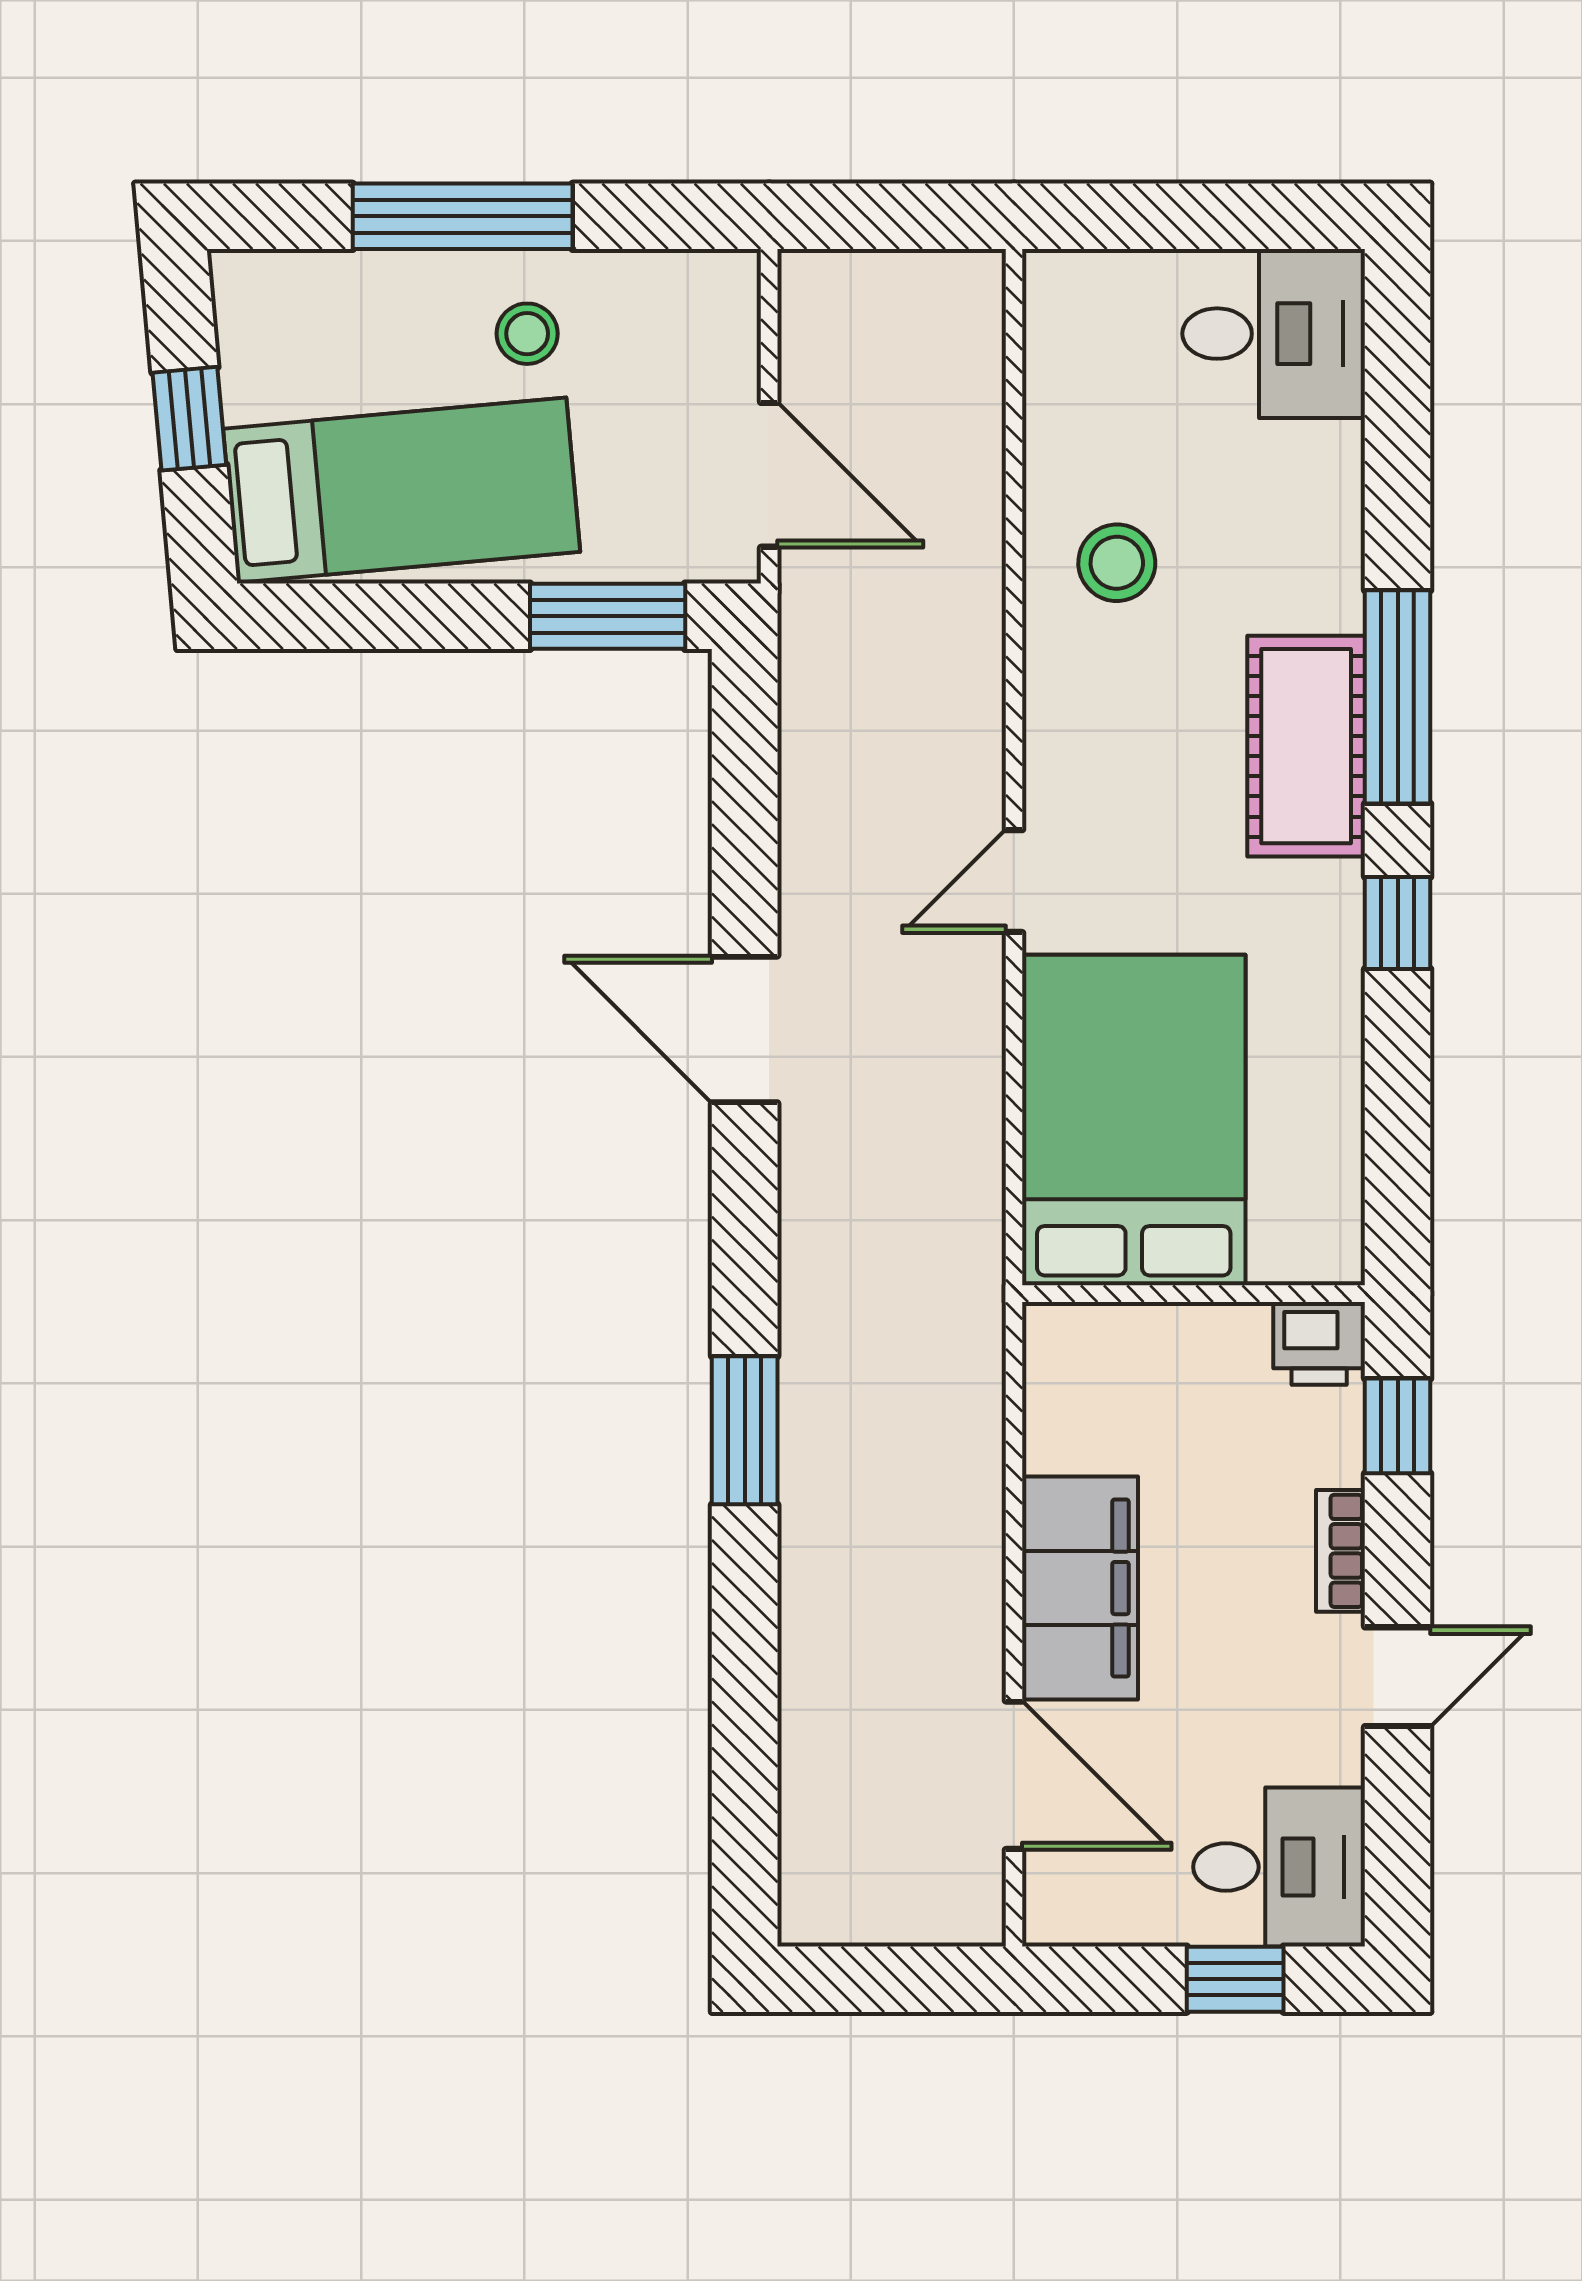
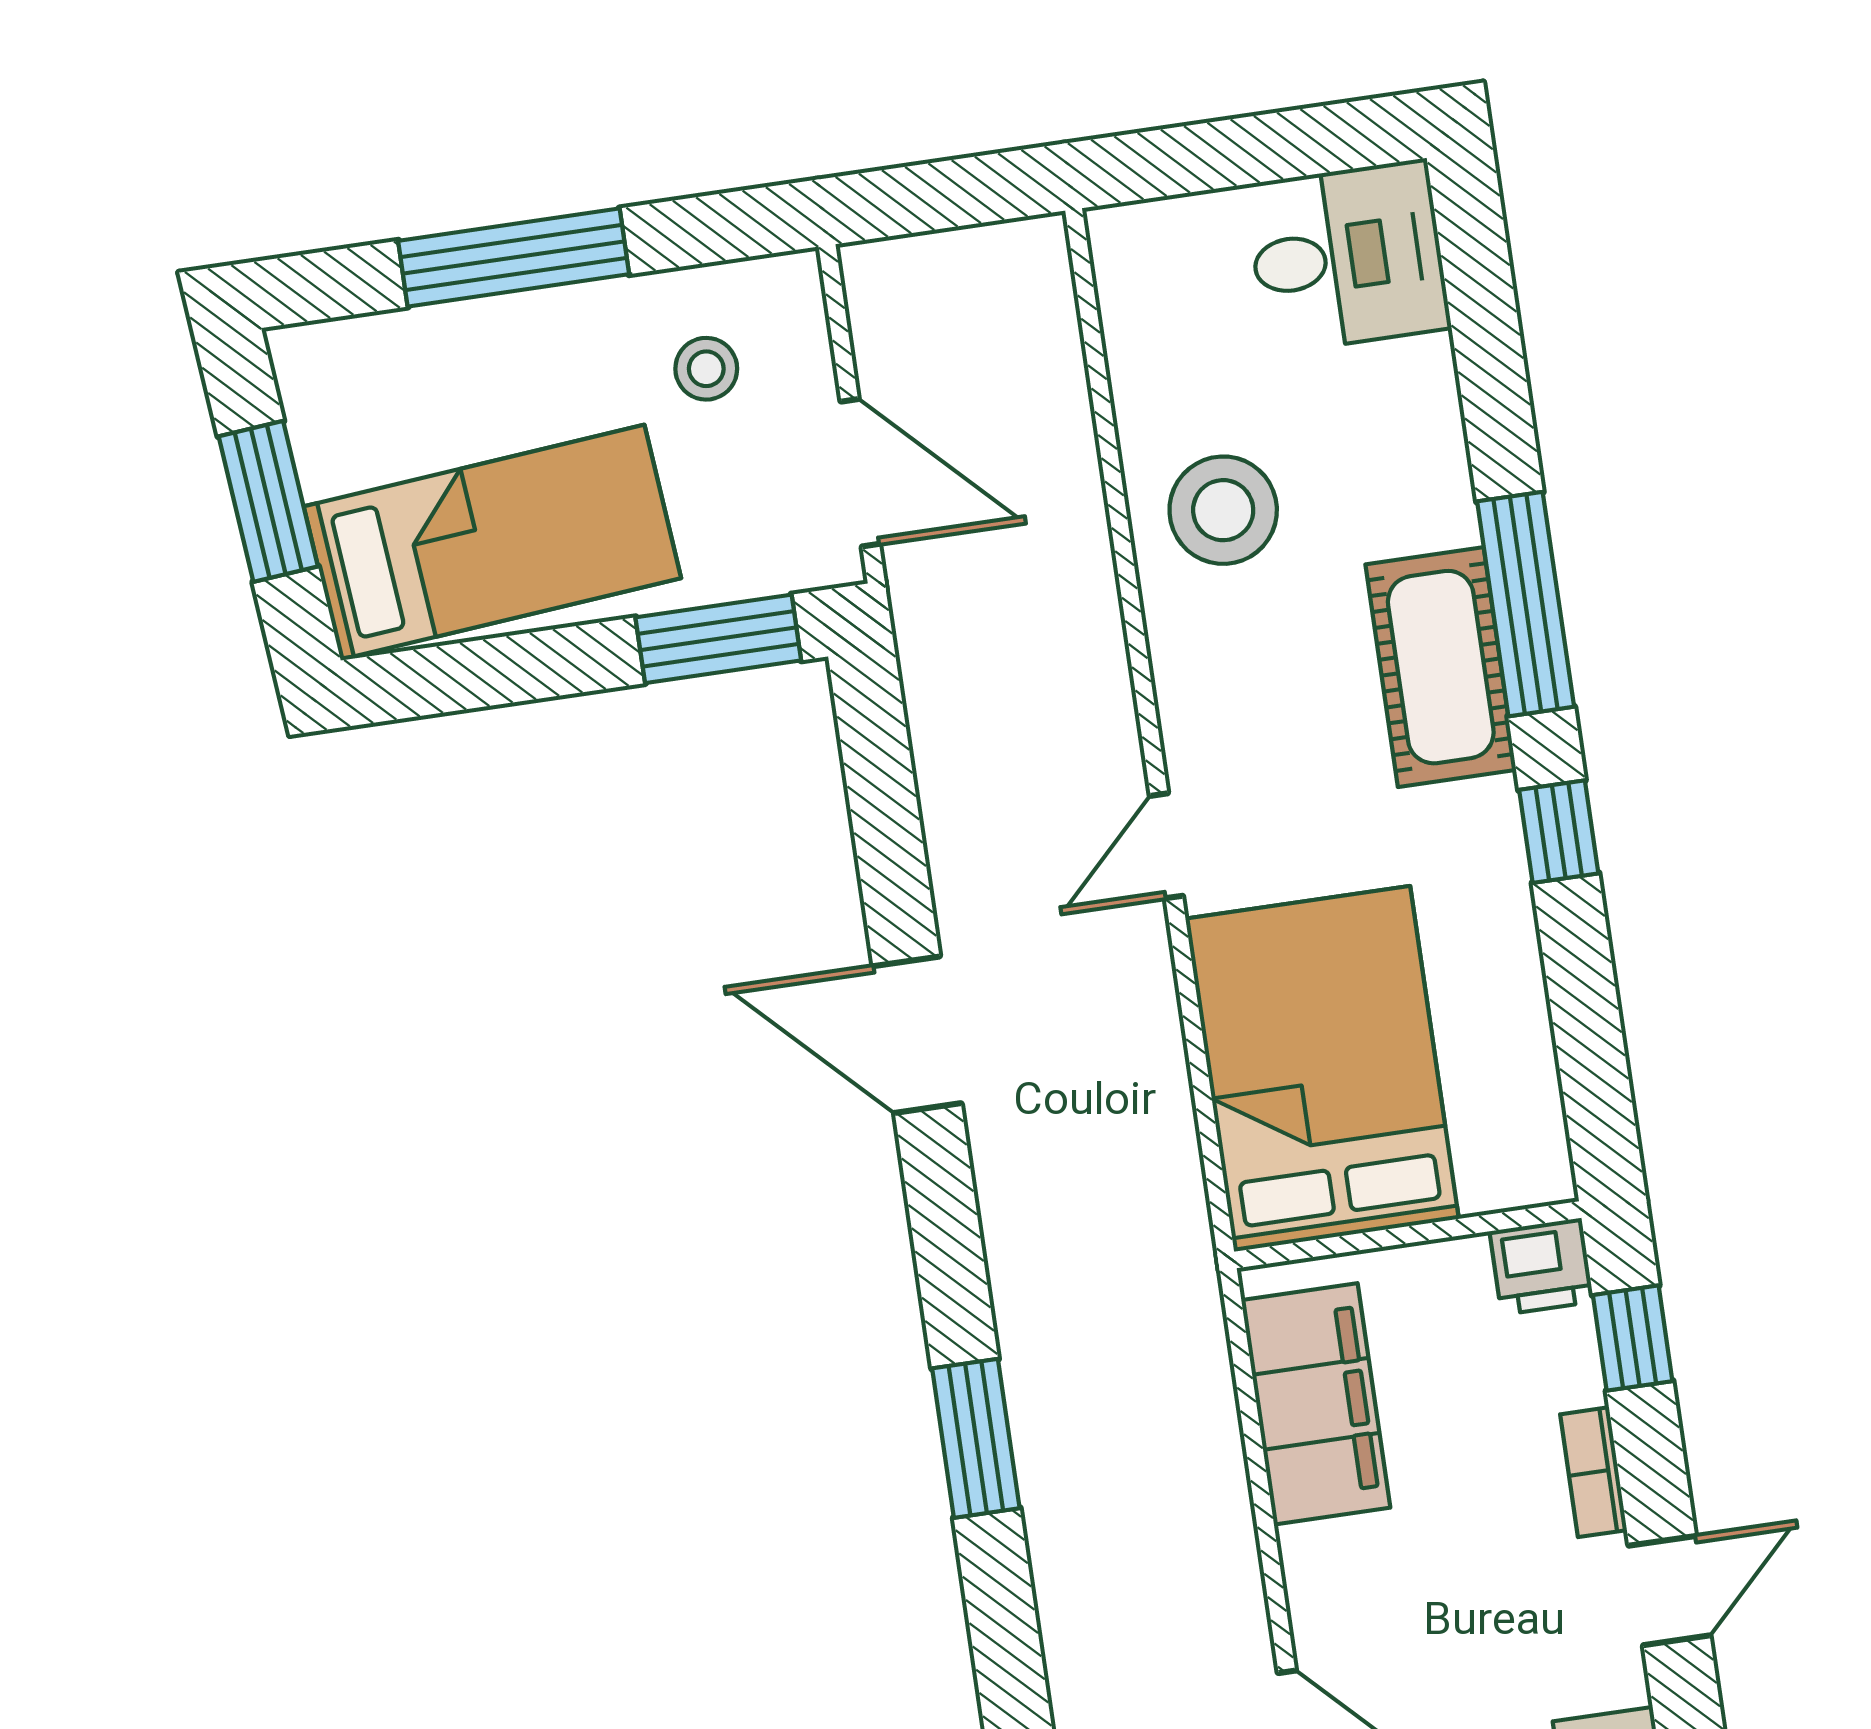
stool: (527, 334) -> (706, 369), moved
window: (189, 419) -> (268, 501), width x1.50
stool: (1117, 563) -> (1223, 510), width x1.38, depth x1.38
filing cabinet: (1080, 1588) -> (1316, 1404), moved

